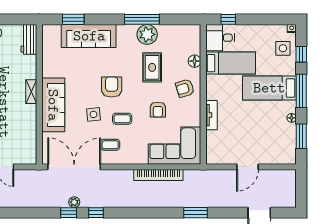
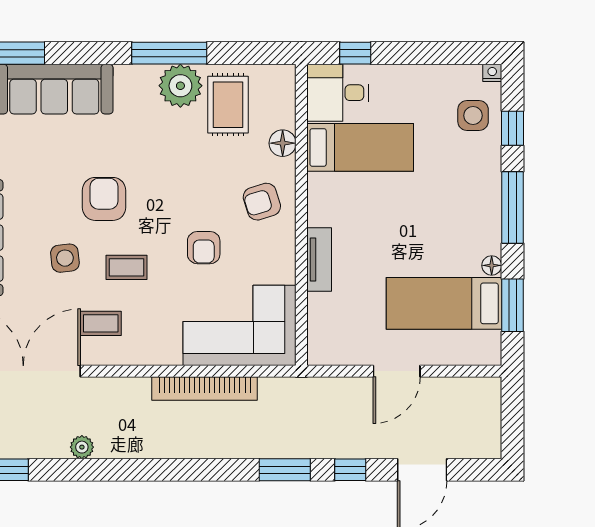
rug: (152, 67) -> (228, 105), moved
bed: (269, 88) -> (444, 303), moved
plant: (74, 202) -> (82, 447), moved
window: (96, 213) -> (350, 470), moved

